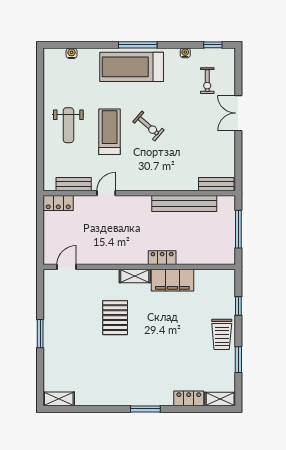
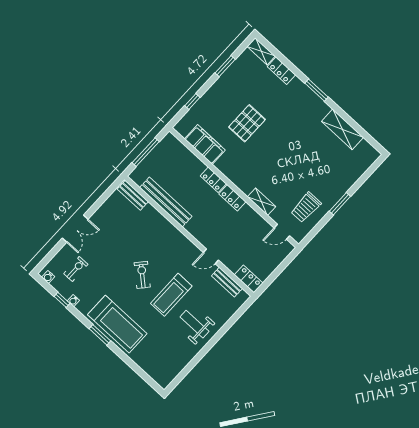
window: (138, 45) -> (100, 335), width x0.69
window: (213, 45) -> (62, 300), moved
water cooler: (72, 53) -> (48, 277), moved
weight bench: (68, 125) -> (194, 324), turned -90
locker: (133, 257) -> (232, 198), added
shelving: (135, 276) -> (262, 202), moved
filing cabinet: (172, 280) -> (205, 145), moved
pallet: (115, 318) -> (247, 123), moved
trolley: (222, 334) -> (306, 207), moved, turned 180
shelving: (59, 399) -> (342, 129), moved, width x1.50, depth x1.33

